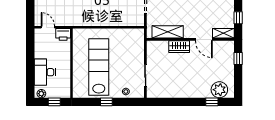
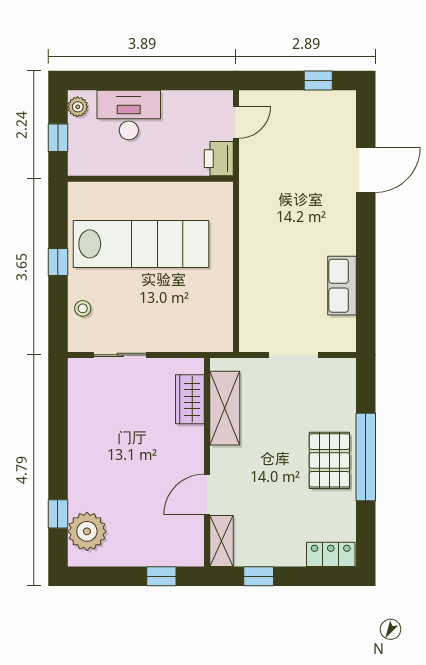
wardrobe: (179, 47) -> (190, 399), moved

